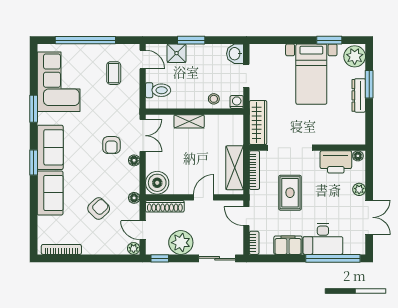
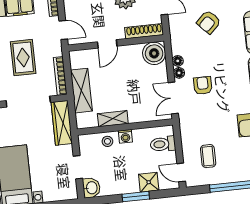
washing machine: (237, 102) -> (125, 136), moved
shelving: (189, 121) -> (113, 119), moved
shelving: (235, 168) -> (81, 91), moved
floor lamp: (134, 198) -> (178, 61), moved

